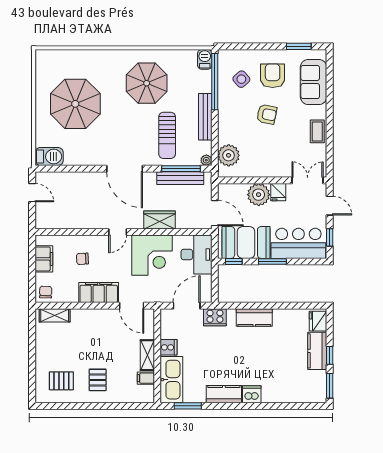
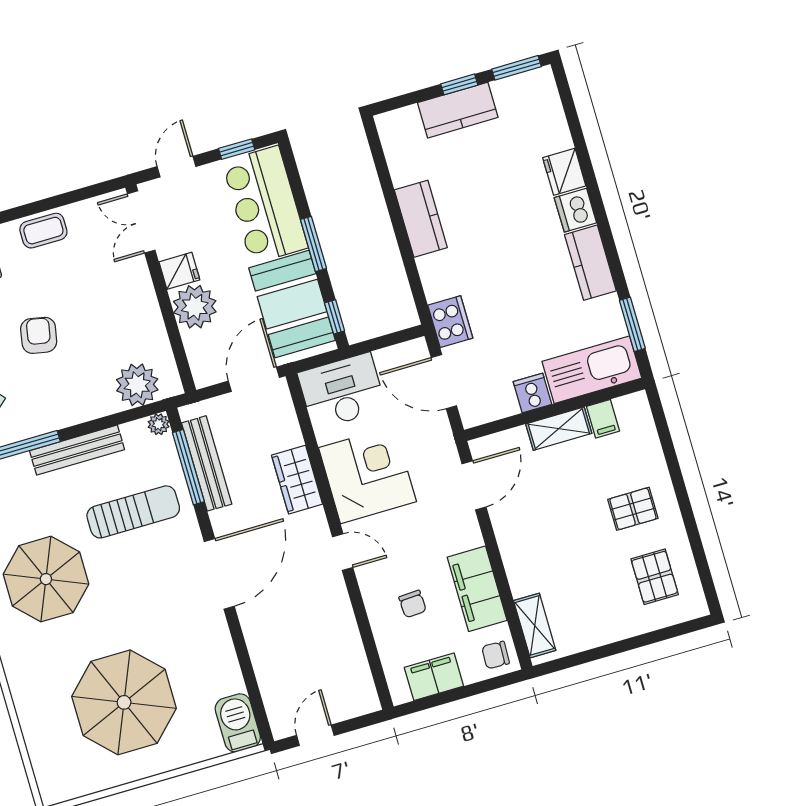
filing cabinet: (99, 292) -> (477, 589), moved
kitchen counter: (254, 318) -> (421, 219), moved
fridge: (318, 321) -> (564, 172), moved, turned 90

